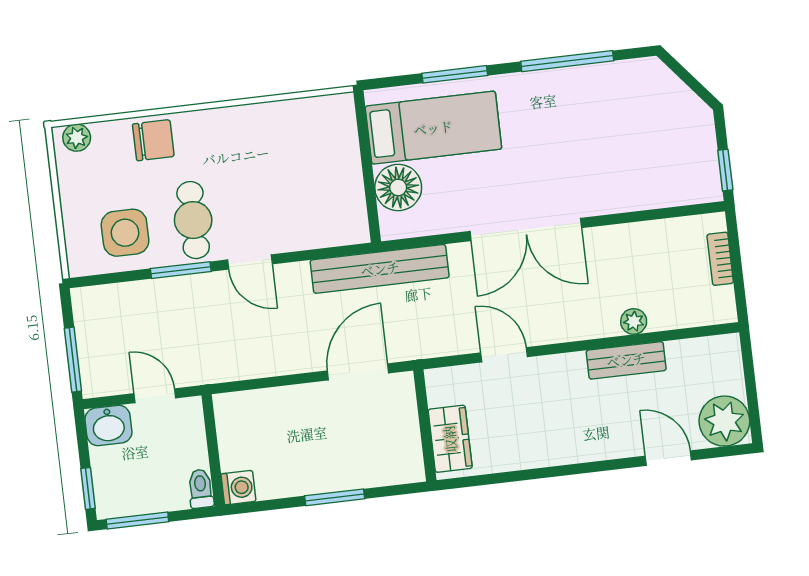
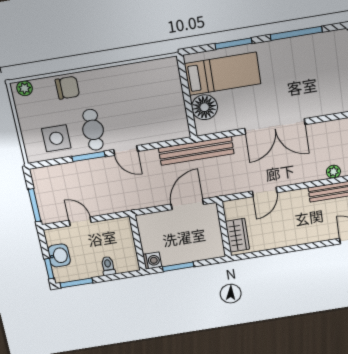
door: (504, 355) -> (265, 192), swing flipped
washbasin: (108, 426) -> (59, 255), moved, turned -90
wall: (213, 450) -> (138, 243), moved
washing machine: (238, 488) -> (152, 261), moved

